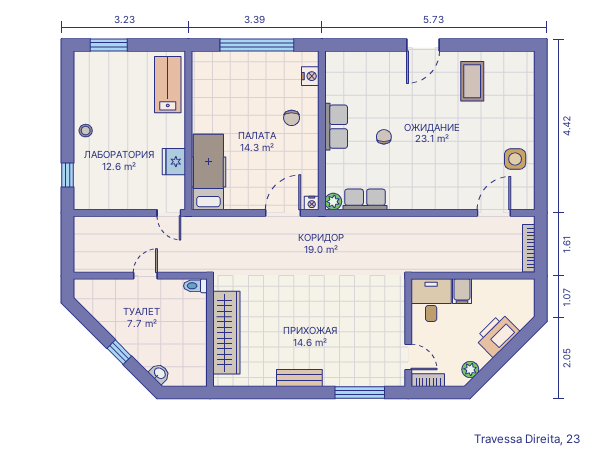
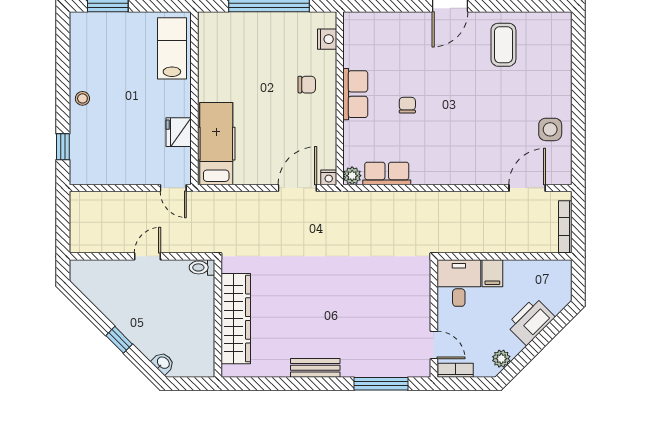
chair: (292, 118) -> (307, 85), turned -90

